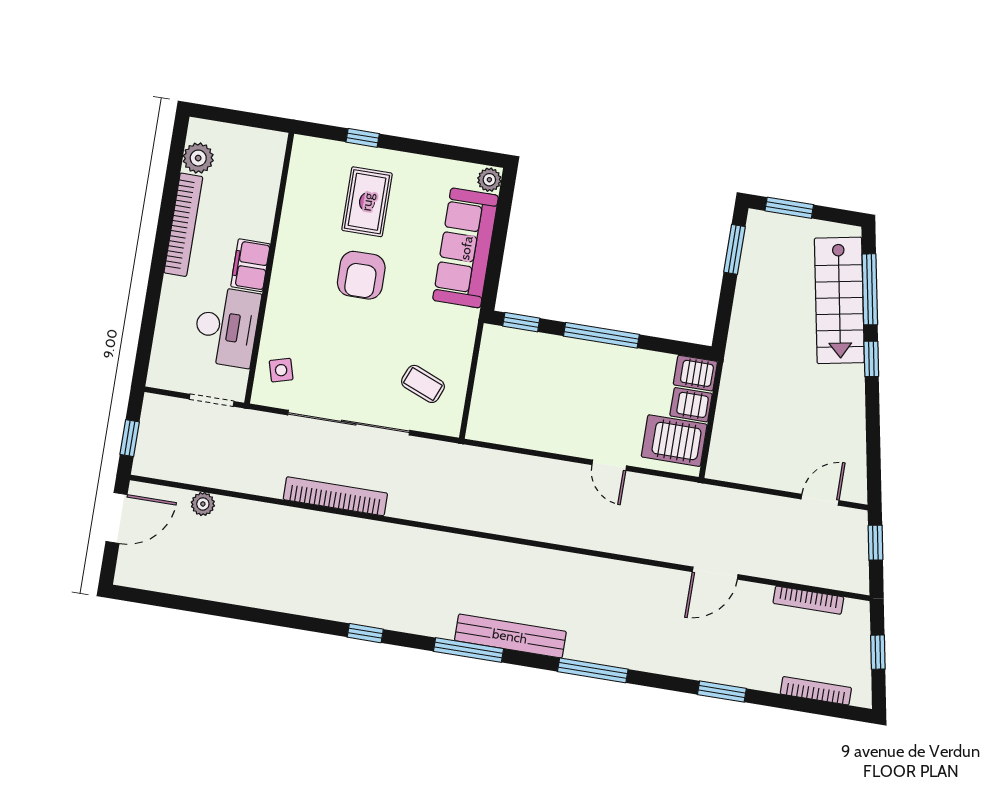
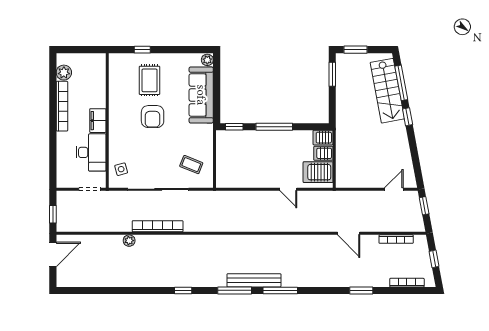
plant: (203, 504) -> (129, 241), moved
door: (715, 573) -> (349, 233), hinge flipped
window: (593, 670) -> (280, 290), moved

